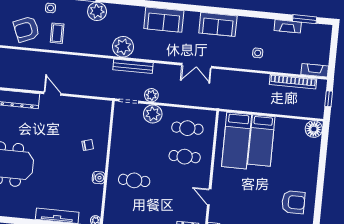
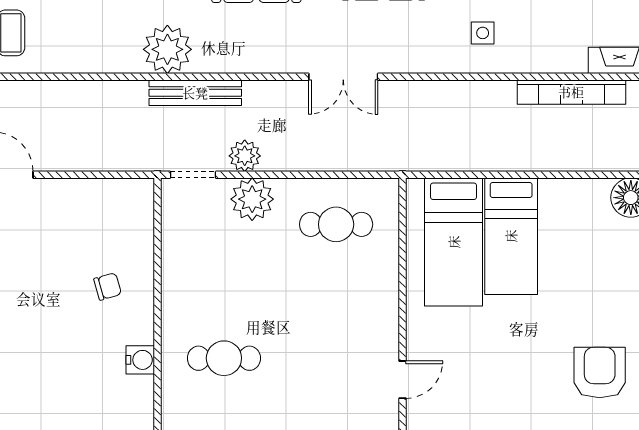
cafe table: (185, 157) -> (336, 291), removed
door: (209, 197) -> (403, 380), swing flipped
armchair: (293, 202) -> (600, 373), turned -90

